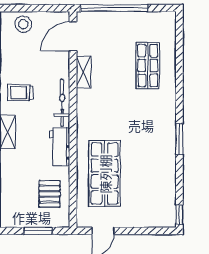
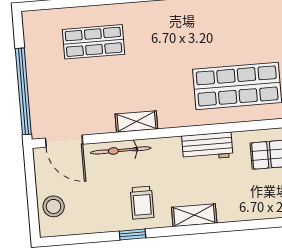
shelving: (83, 72) -> (136, 122), moved
bicycle: (62, 103) -> (121, 150), moved

